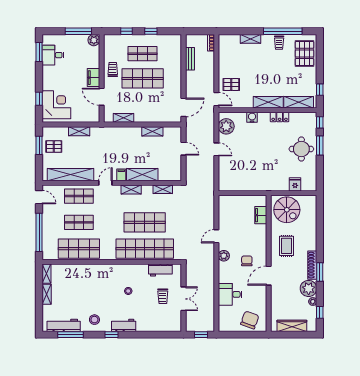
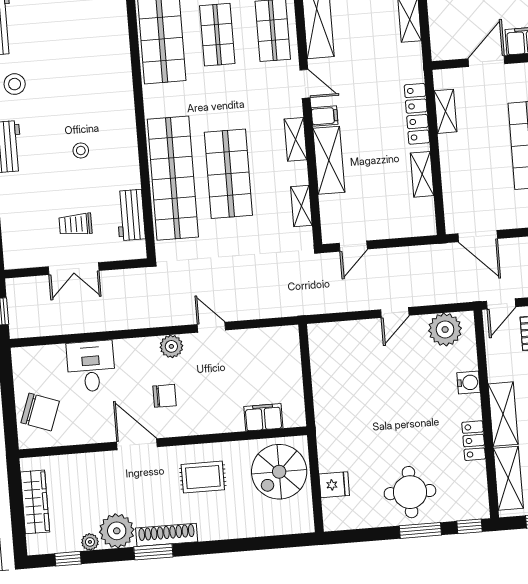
locker: (124, 131) -> (417, 114), added
door: (184, 149) -> (353, 246), moved

